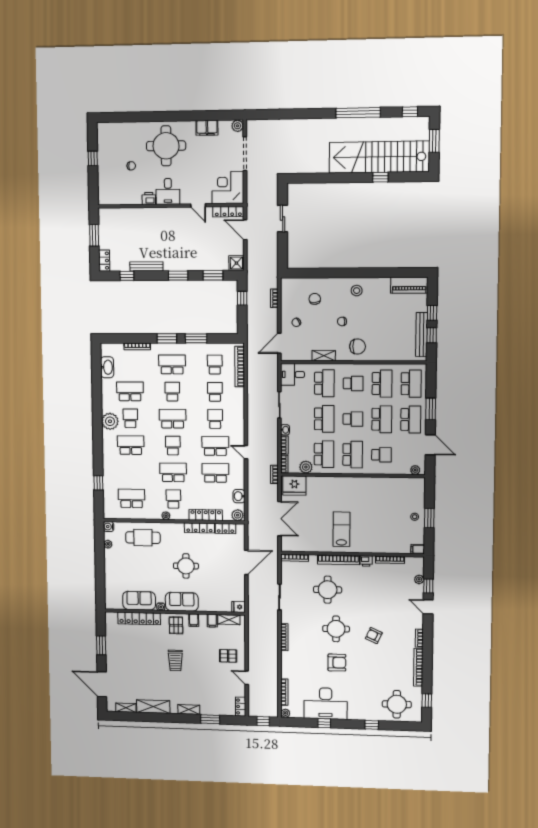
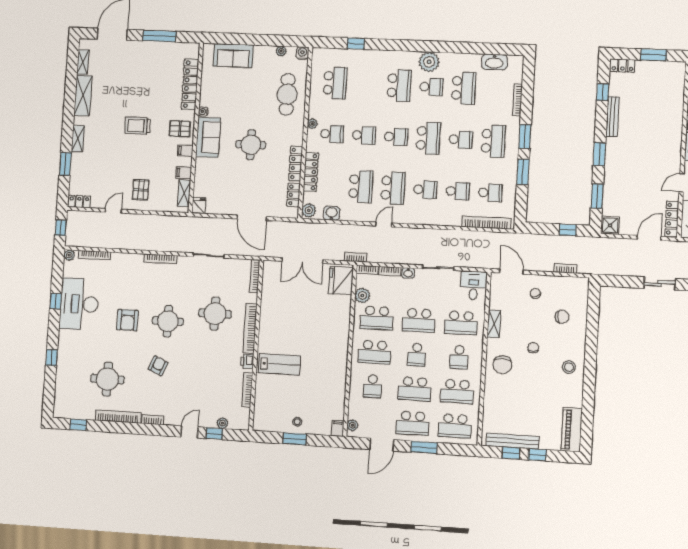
school desk: (173, 472) -> (364, 135), width x0.54
lab bench: (341, 529) -> (279, 364), moved
filing cabinet: (418, 549) -> (338, 428), moved
sofa: (139, 601) -> (233, 56), moved, turned 90
window: (101, 645) -> (159, 36), width x1.44
round table: (397, 704) -> (107, 379), moved

